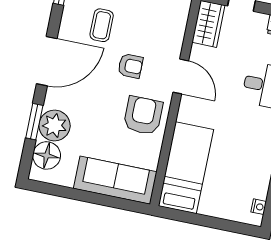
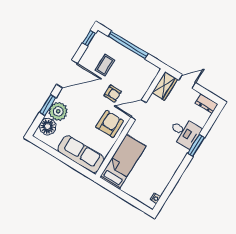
door: (181, 76) -> (139, 110), swing flipped

